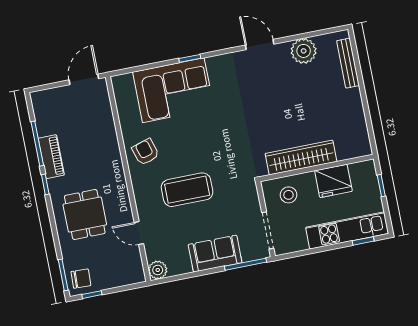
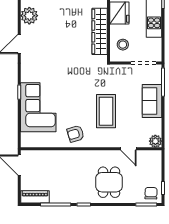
piano: (51, 157) -> (35, 197), moved
dining table: (85, 214) -> (109, 182), turned 90
door: (139, 233) -> (128, 149), hinge flipped

